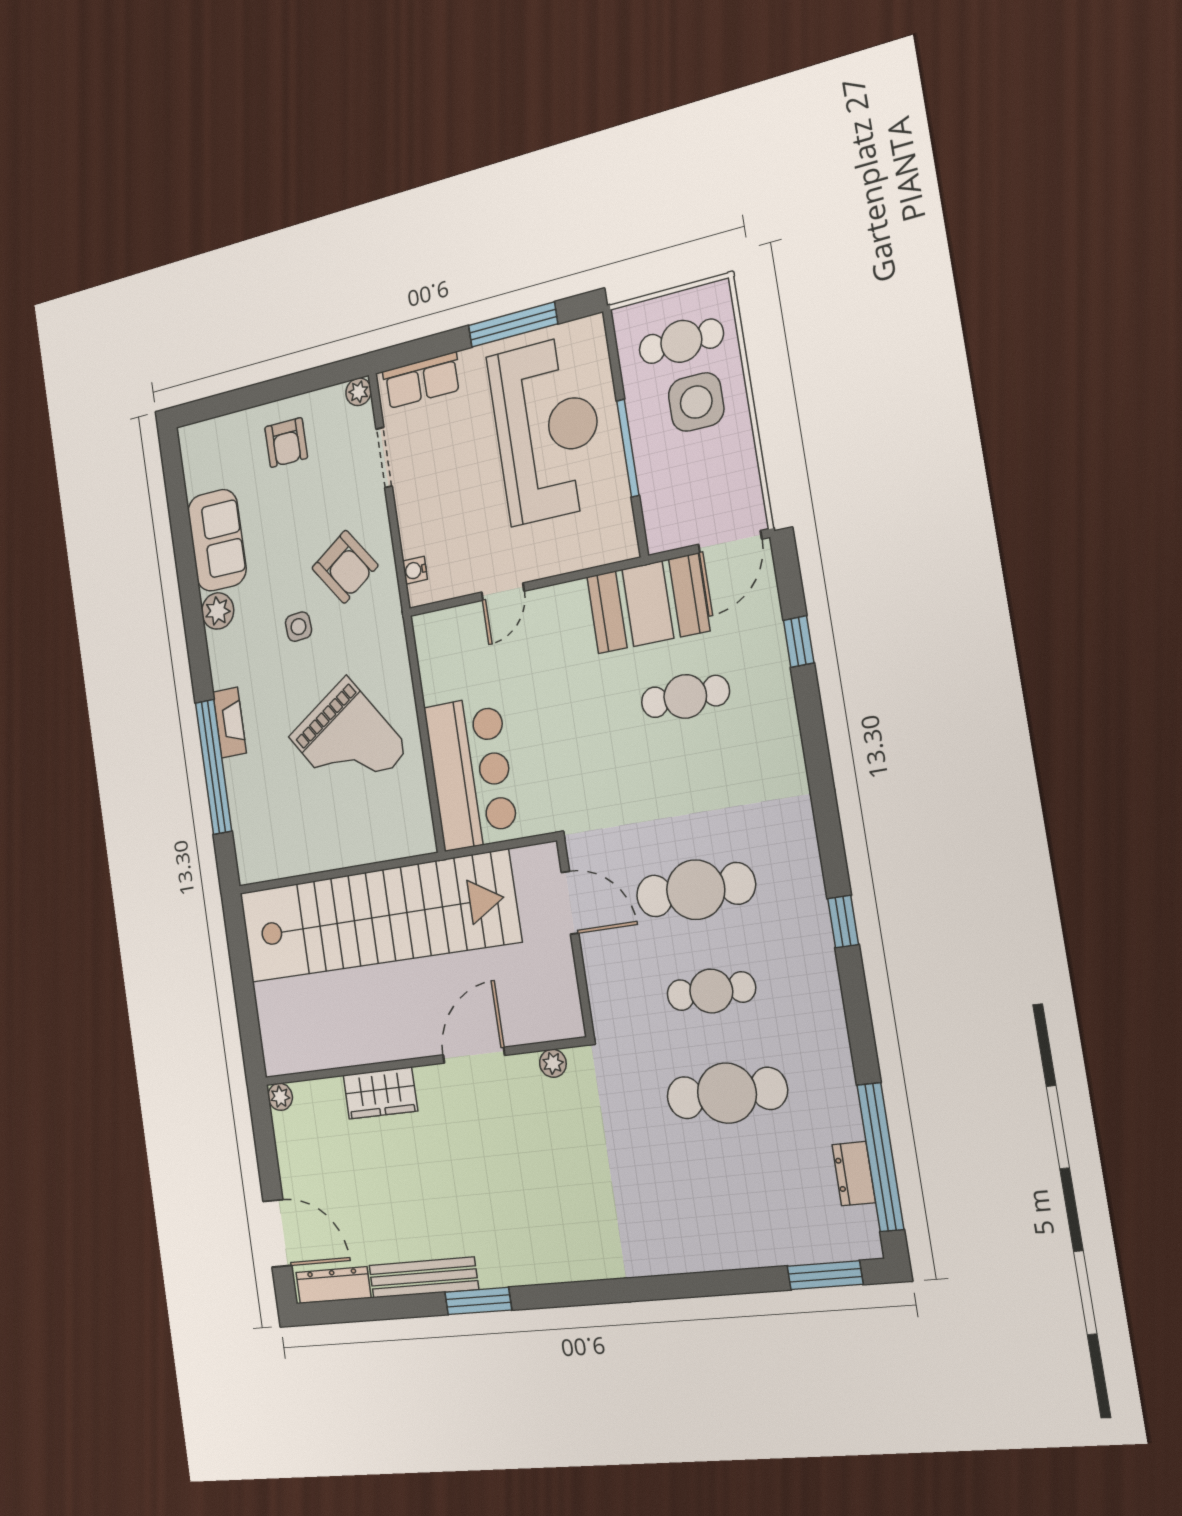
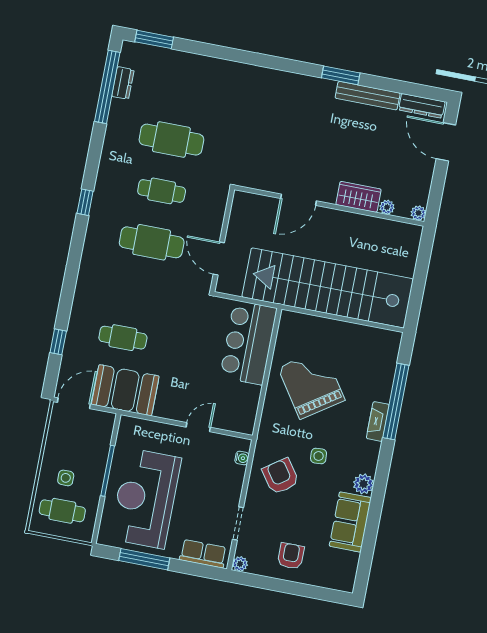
side table: (696, 402) -> (66, 478), width x0.54, depth x0.54
plant: (553, 1063) -> (387, 207), moved

